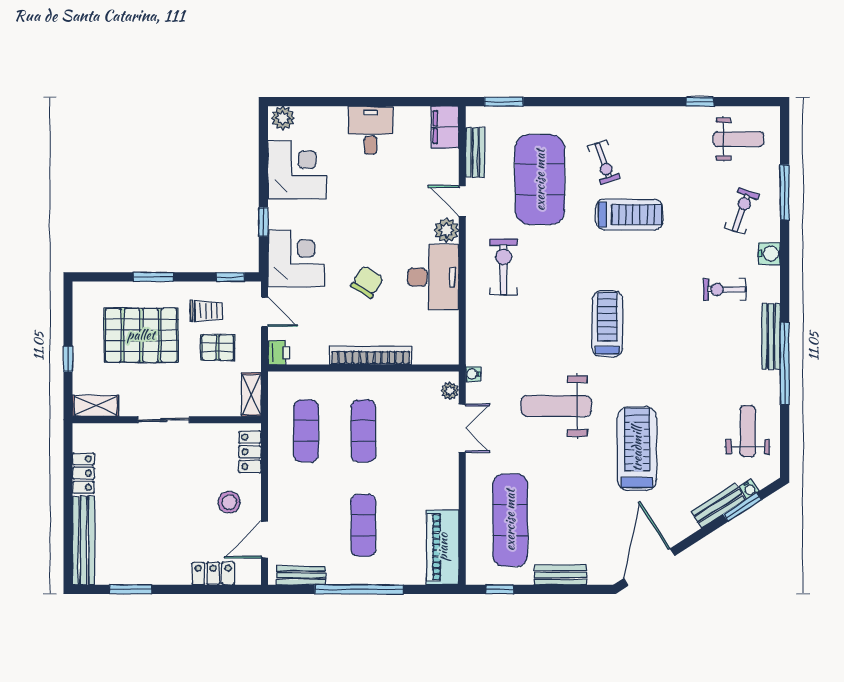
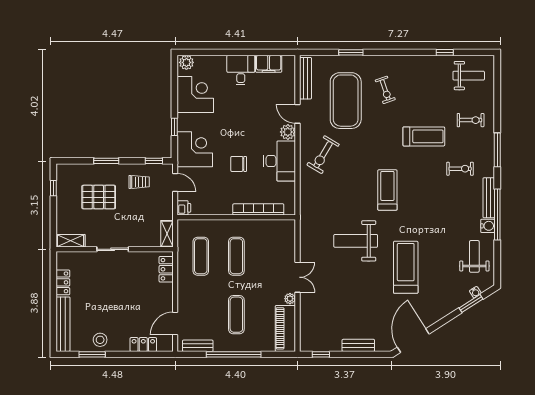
window: (504, 102) -> (351, 52), moved
filing cabinet: (445, 127) -> (269, 64), moved, turned -90
bench: (475, 152) -> (306, 78), width x1.36
window: (785, 192) -> (497, 150), moved
exercise bike: (742, 211) -> (471, 120), turned 70
treadmill: (629, 215) -> (424, 136), moved
water cooler: (769, 254) -> (488, 226), moved
exercise bike: (503, 267) -> (323, 155), turned -149
chair: (367, 282) -> (239, 164), turned -121
exercise bike: (725, 289) -> (460, 169), turned 180
pallet: (141, 335) -> (99, 197), width x0.73, depth x0.71
pallet: (218, 347) -> (146, 205), removed
bookcase: (370, 355) -> (258, 209), moved
window: (68, 359) -> (53, 188), moved
water cooler: (473, 374) -> (304, 221), removed
plant: (450, 391) -> (290, 299), moved
double door: (462, 428) -> (298, 277), moved
stool: (229, 502) -> (100, 340), moved
bench: (718, 506) -> (456, 302), removed
exercise mat: (510, 520) -> (327, 311), removed

